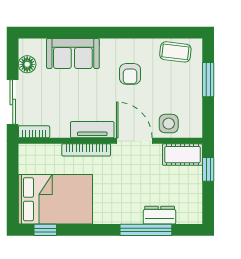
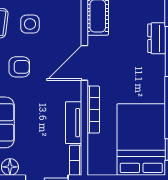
side table: (169, 124) -> (30, 24), moved
tv unit: (92, 130) -> (74, 123), moved

